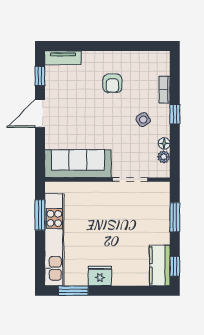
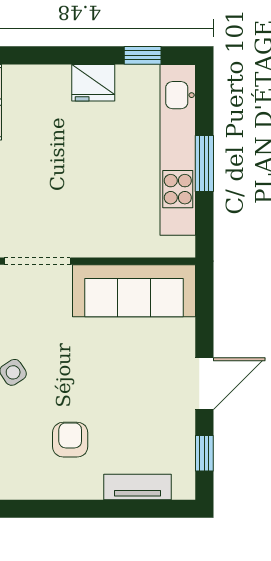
tv unit: (63, 58) -> (137, 487), moved
window: (40, 215) -> (204, 164), moved
window: (73, 291) -> (143, 55), width x0.67

